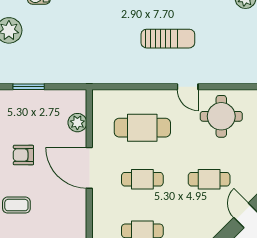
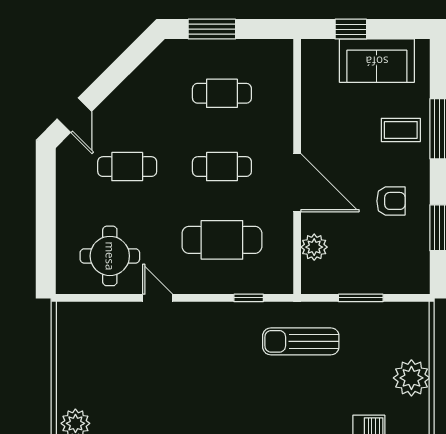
sun lounger: (168, 39) -> (301, 341), moved
window: (29, 87) -> (361, 298), moved
window: (124, 87) -> (249, 298), added

